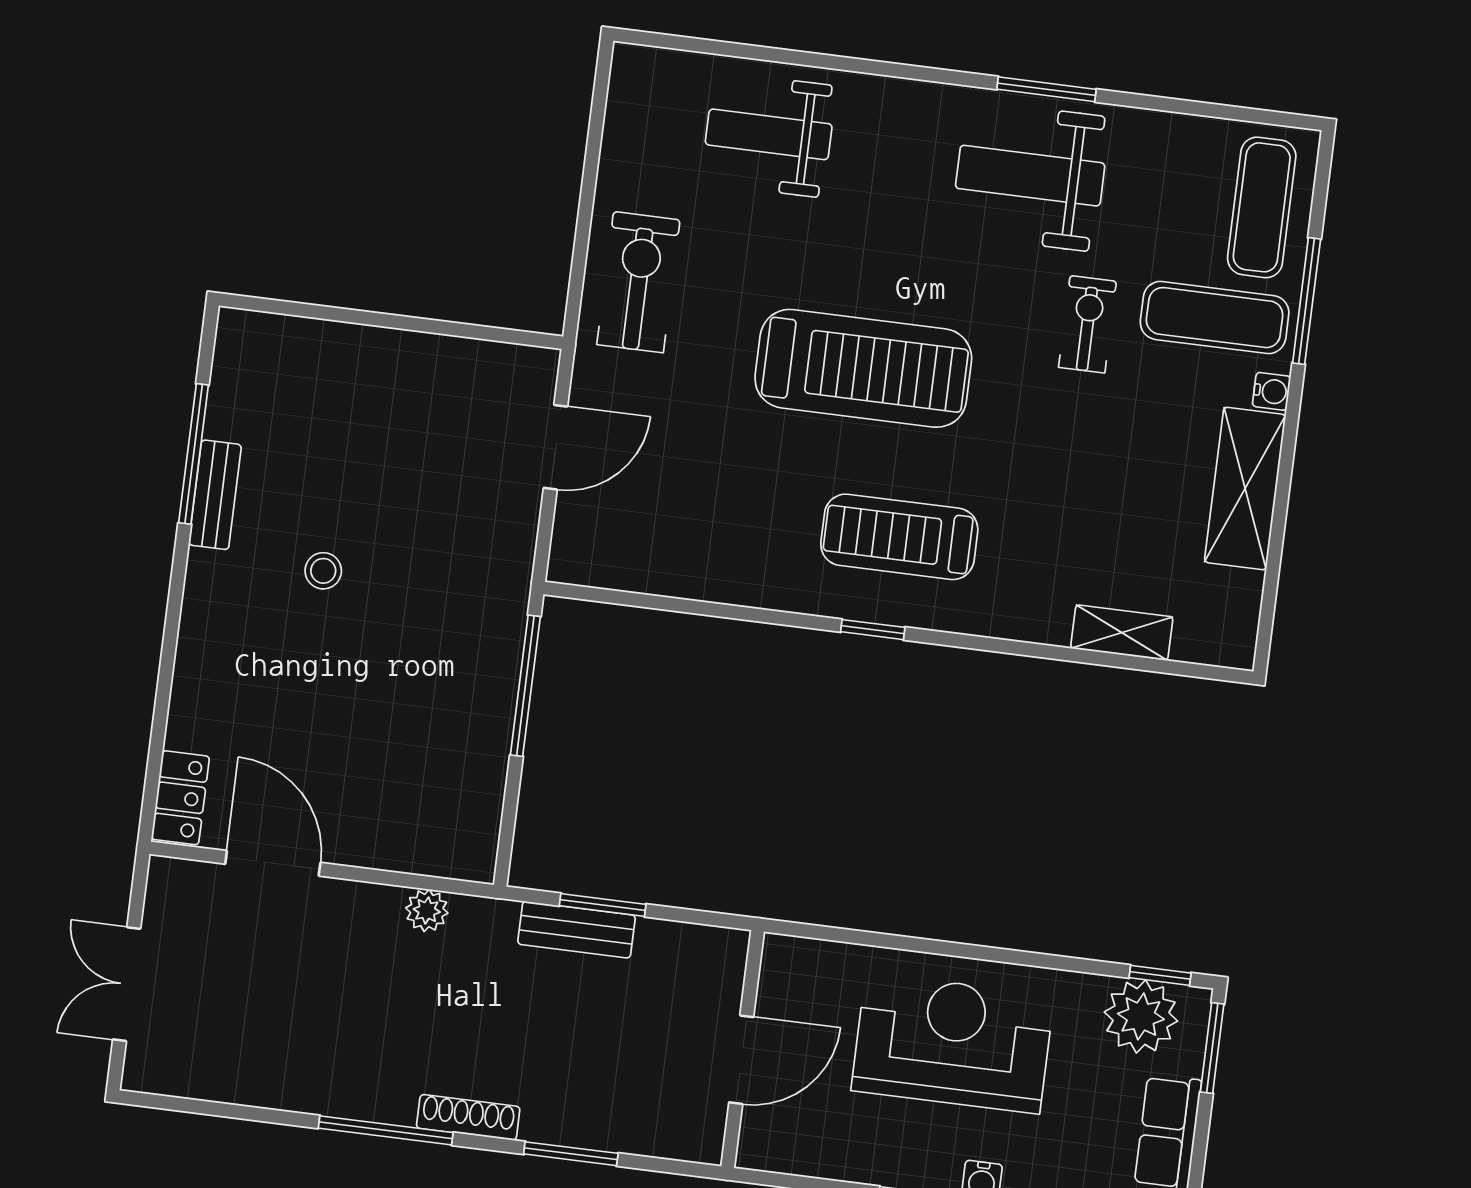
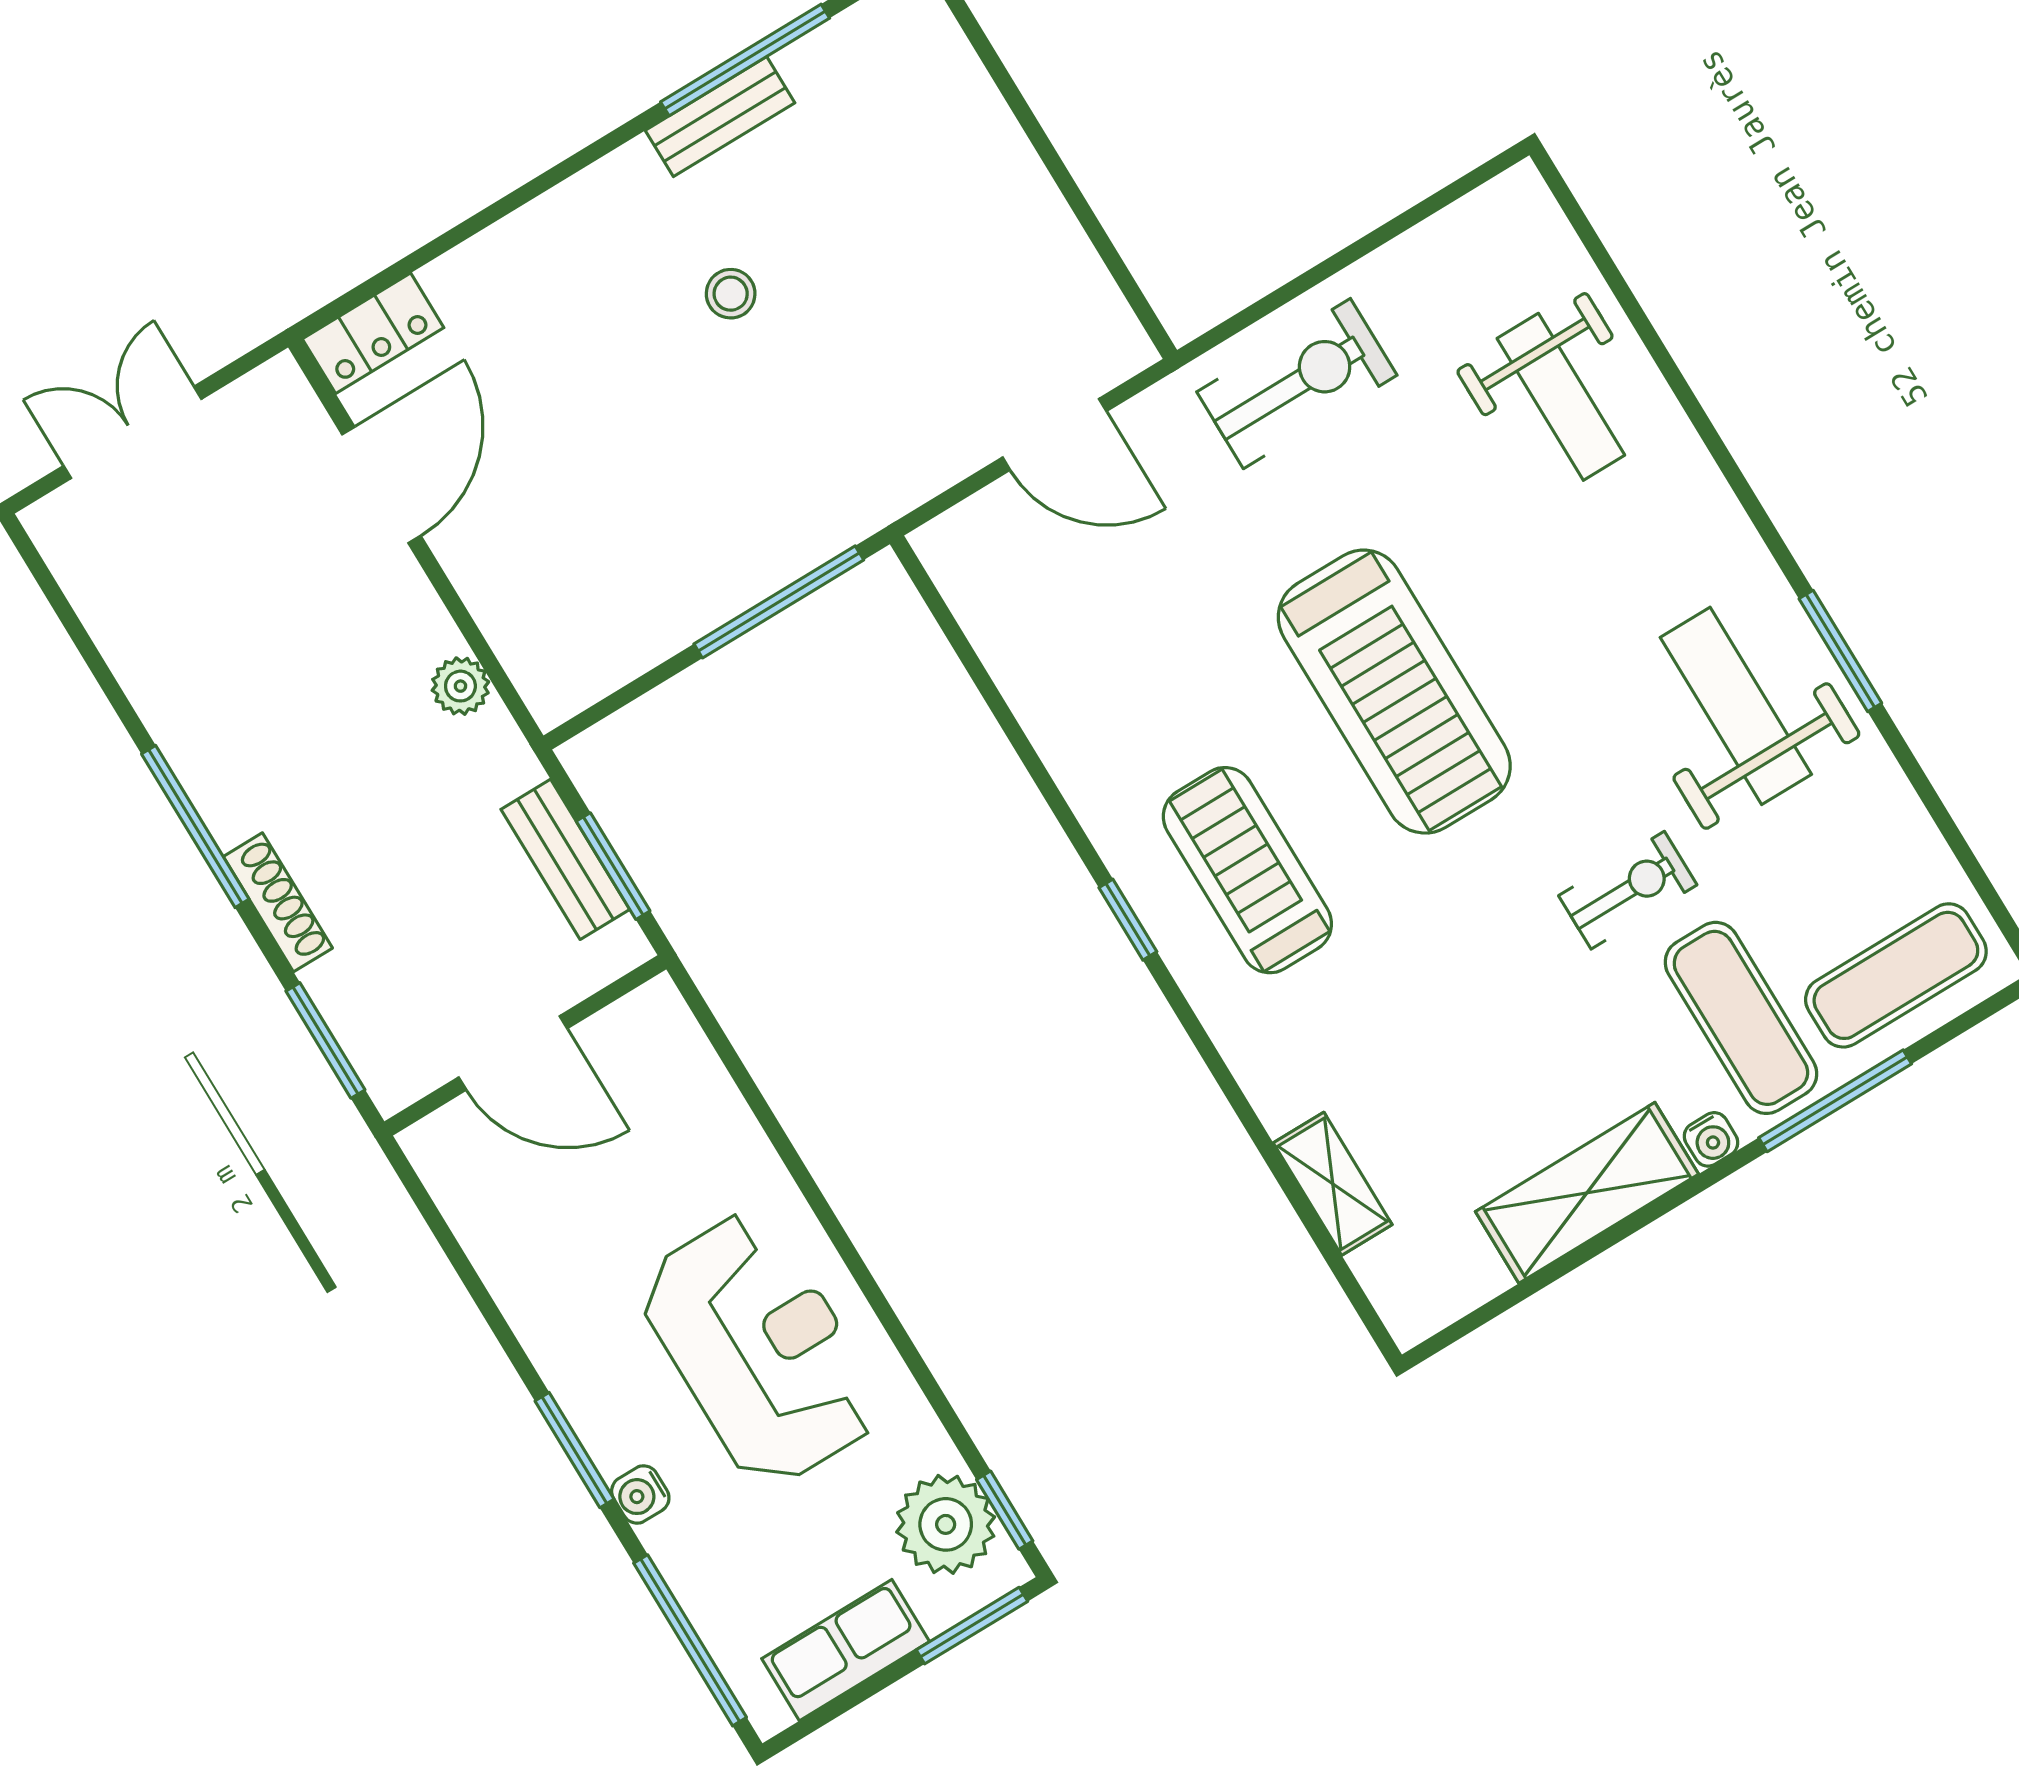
weight bench: (769, 134) -> (1561, 397), turned 180
wall: (743, 1049) -> (525, 1045), moved
door: (741, 1060) -> (513, 1053), moved

